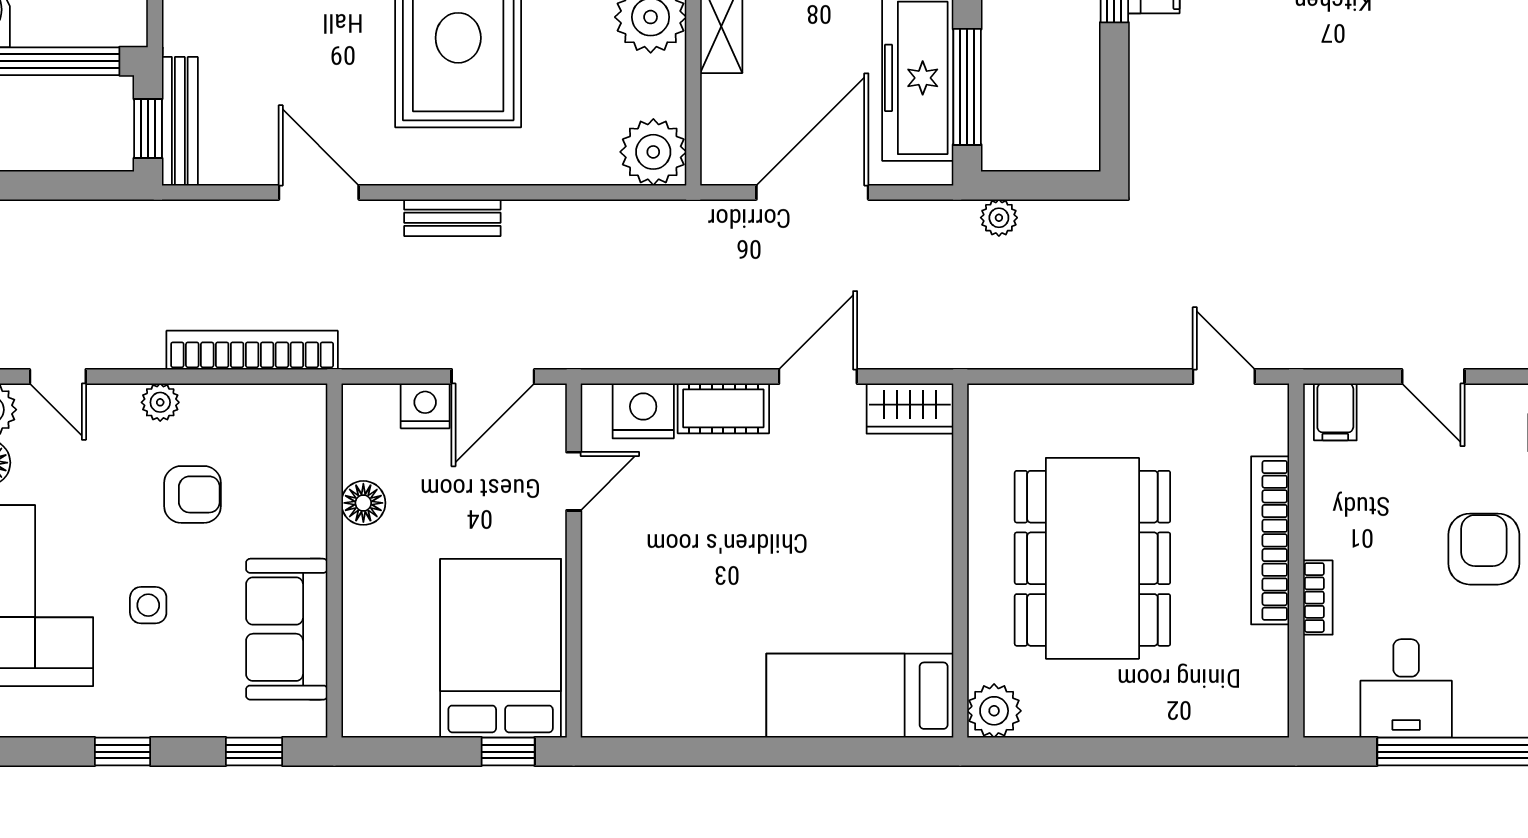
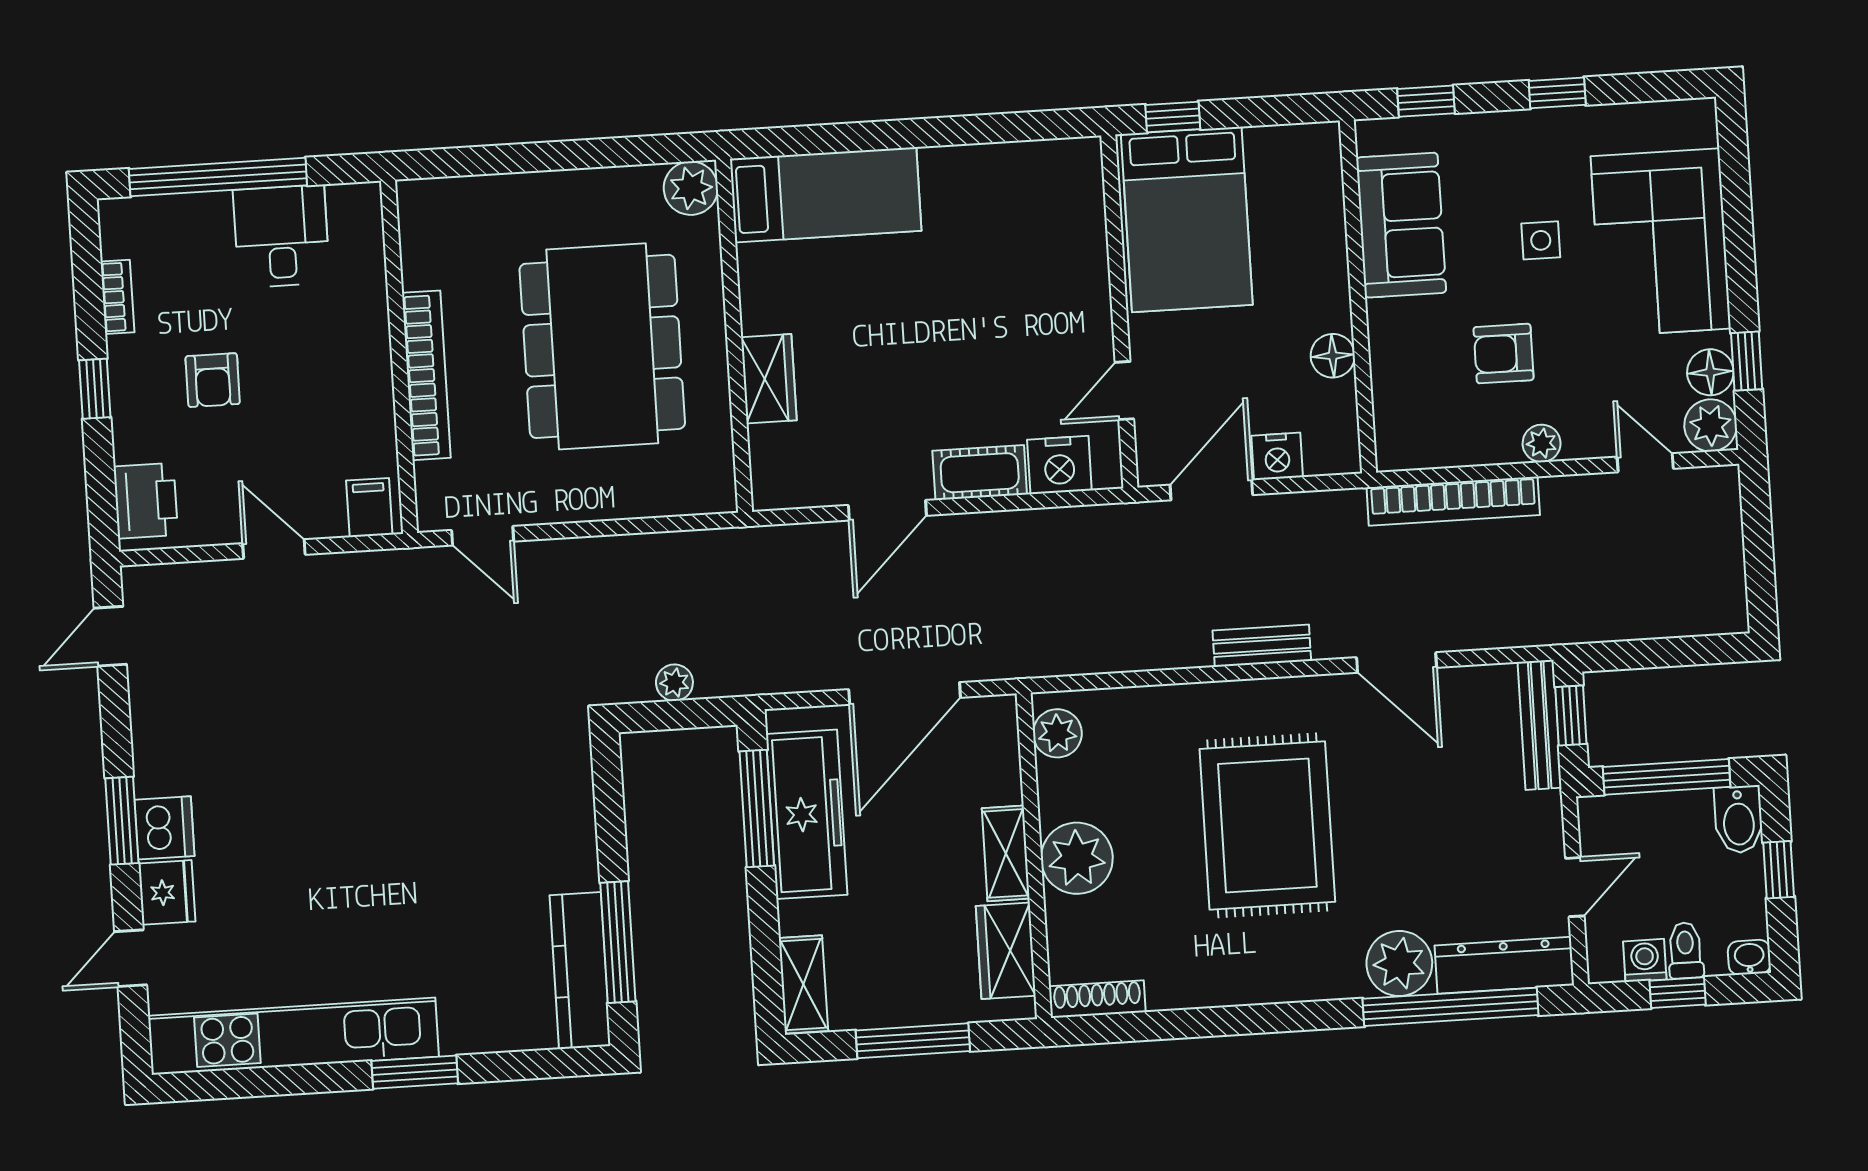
plant: (653, 152) -> (1057, 733), width x0.73, depth x0.73
plant: (999, 218) -> (674, 683), moved
wardrobe: (910, 409) -> (769, 379), moved, turned 90
armchair: (1484, 549) -> (213, 380), width x0.72, depth x0.72
bookcase: (1318, 598) -> (375, 321), removed

